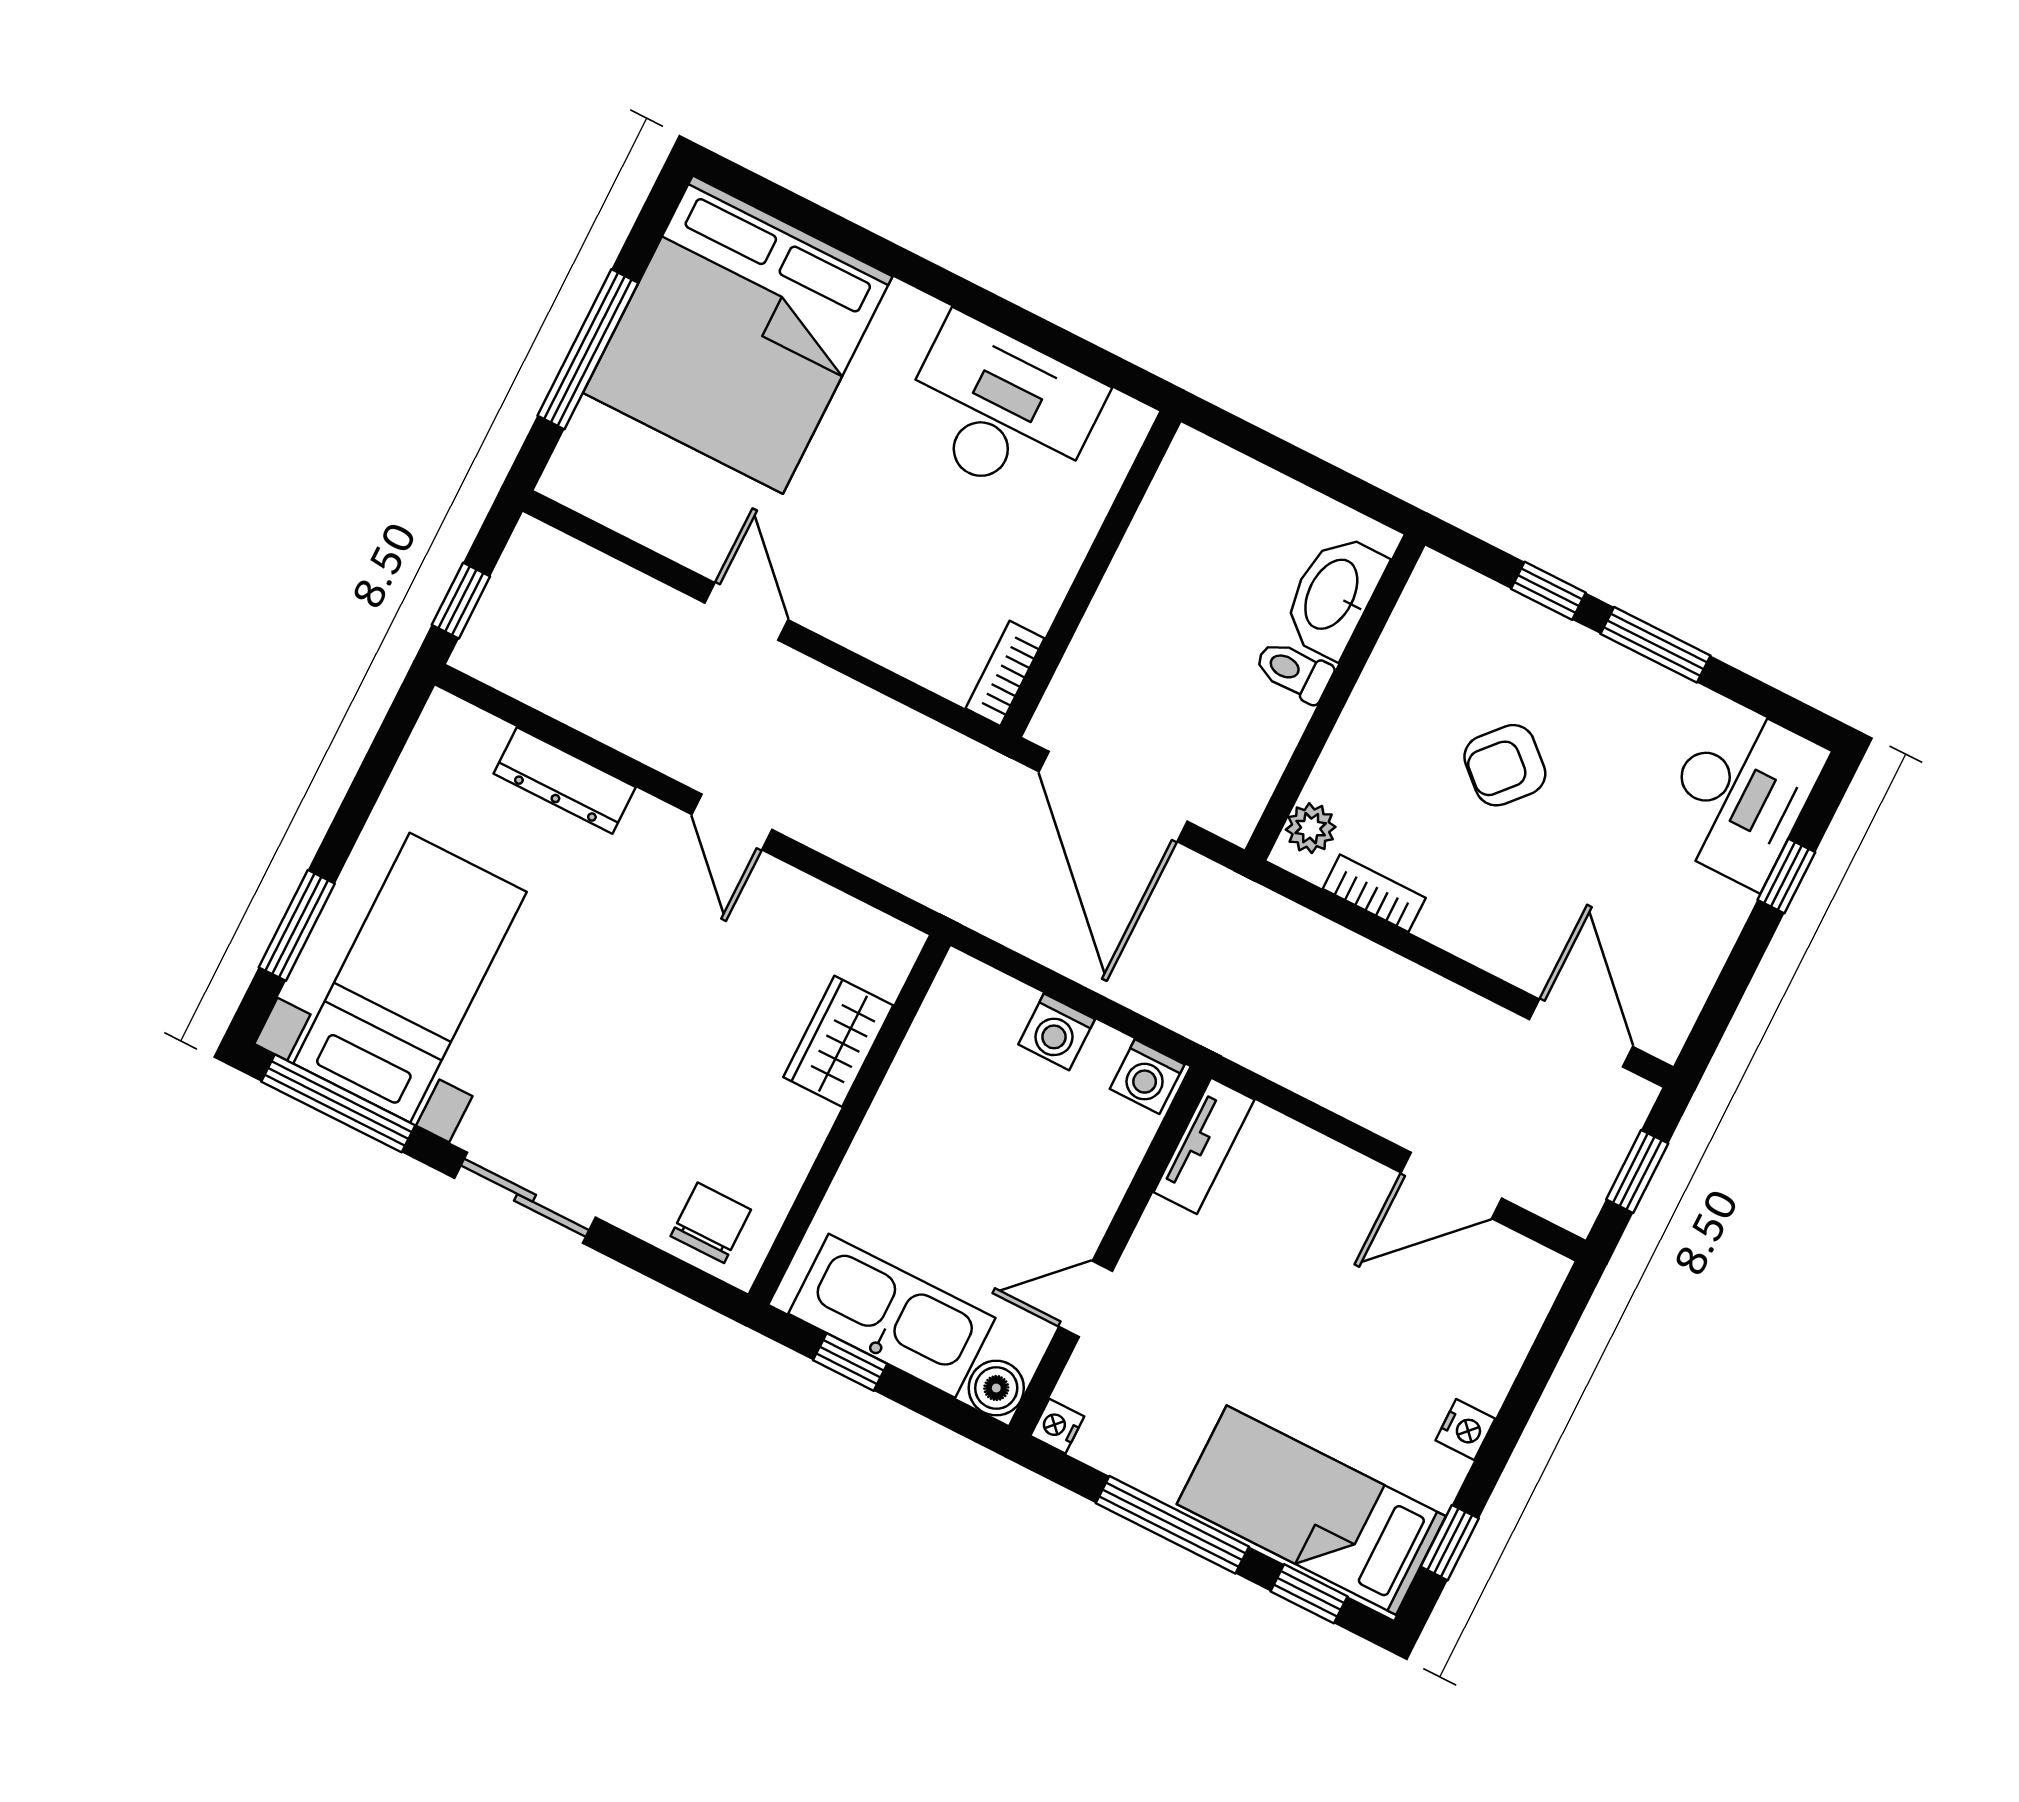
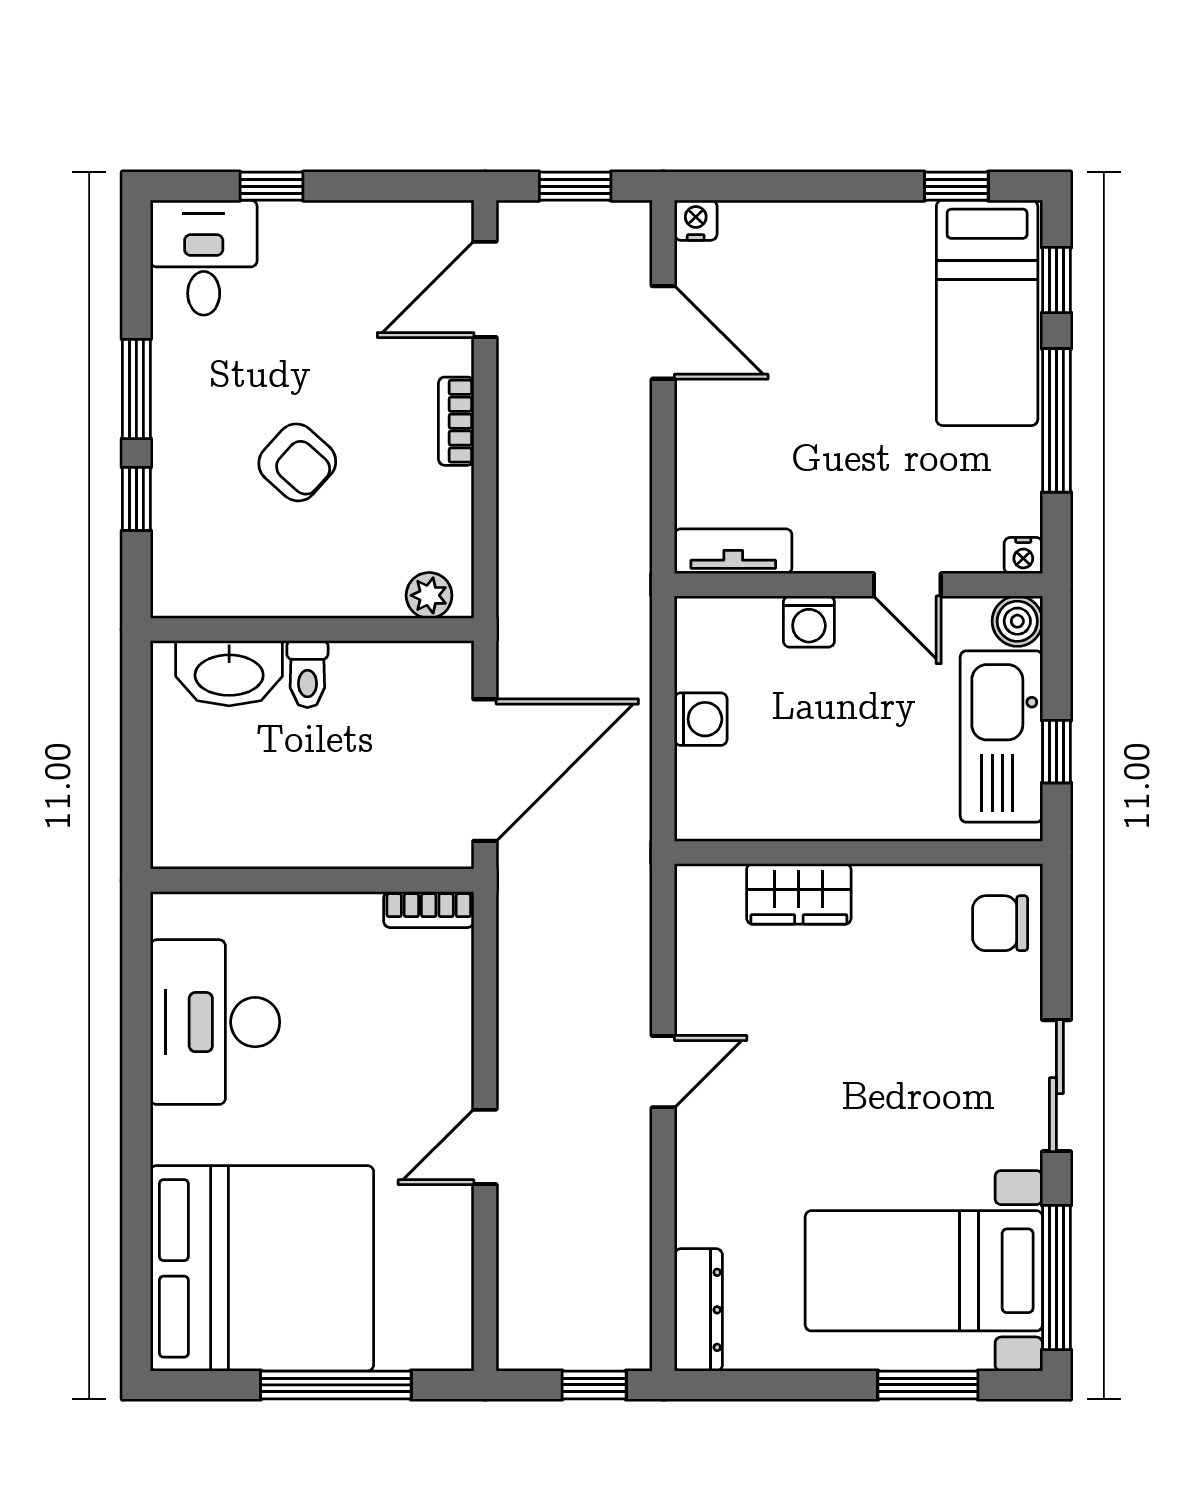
dresser: (565, 780) -> (698, 1310), moved
desk: (1740, 794) -> (204, 258), width x0.73
bookcase: (1374, 893) -> (456, 421), moved
washing machine: (1147, 1077) -> (809, 622), moved, turned 90
nightstand: (1465, 1429) -> (696, 220), moved

